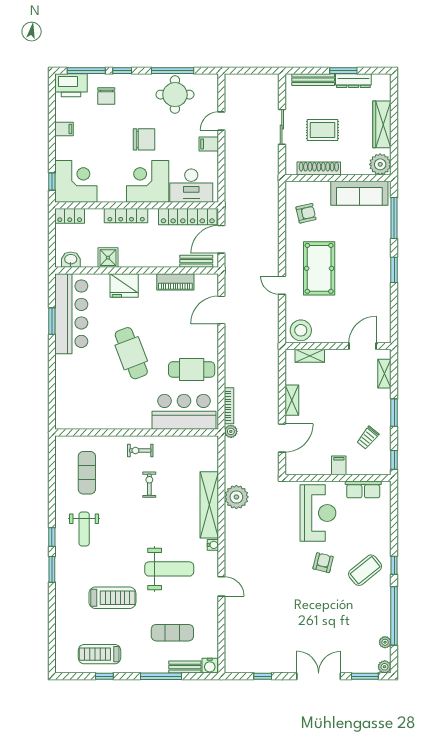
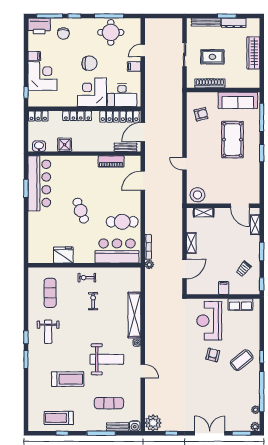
plant: (380, 164) -> (252, 80), removed
corner desk: (76, 181) -> (42, 76), moved
pool table: (319, 268) -> (232, 140), moved
fridge: (124, 285) -> (63, 255), moved, turned 180
door: (362, 346) -> (240, 206), swing flipped
cafe table: (131, 353) -> (81, 211), width x0.73, depth x0.74
plant: (236, 497) -> (153, 423), moved
reception desk: (318, 513) -> (209, 321), turned 180

